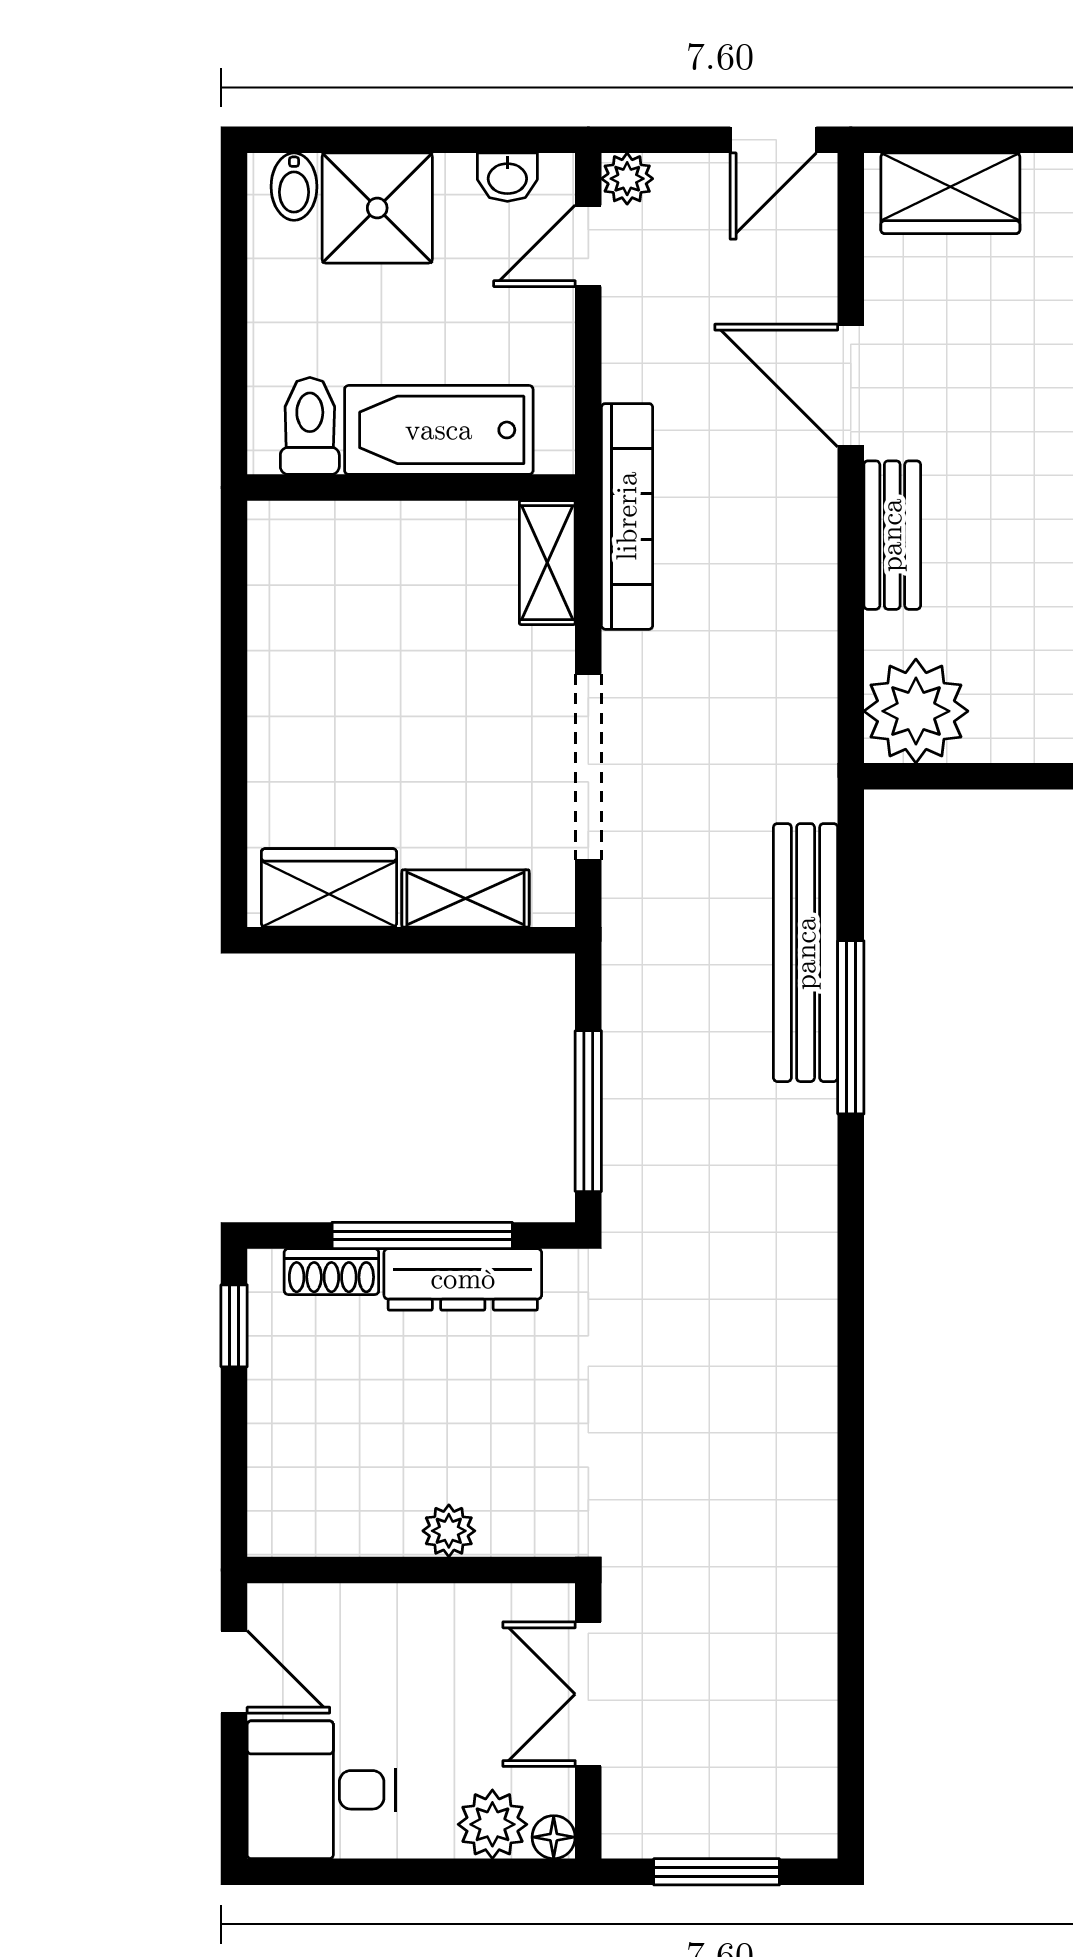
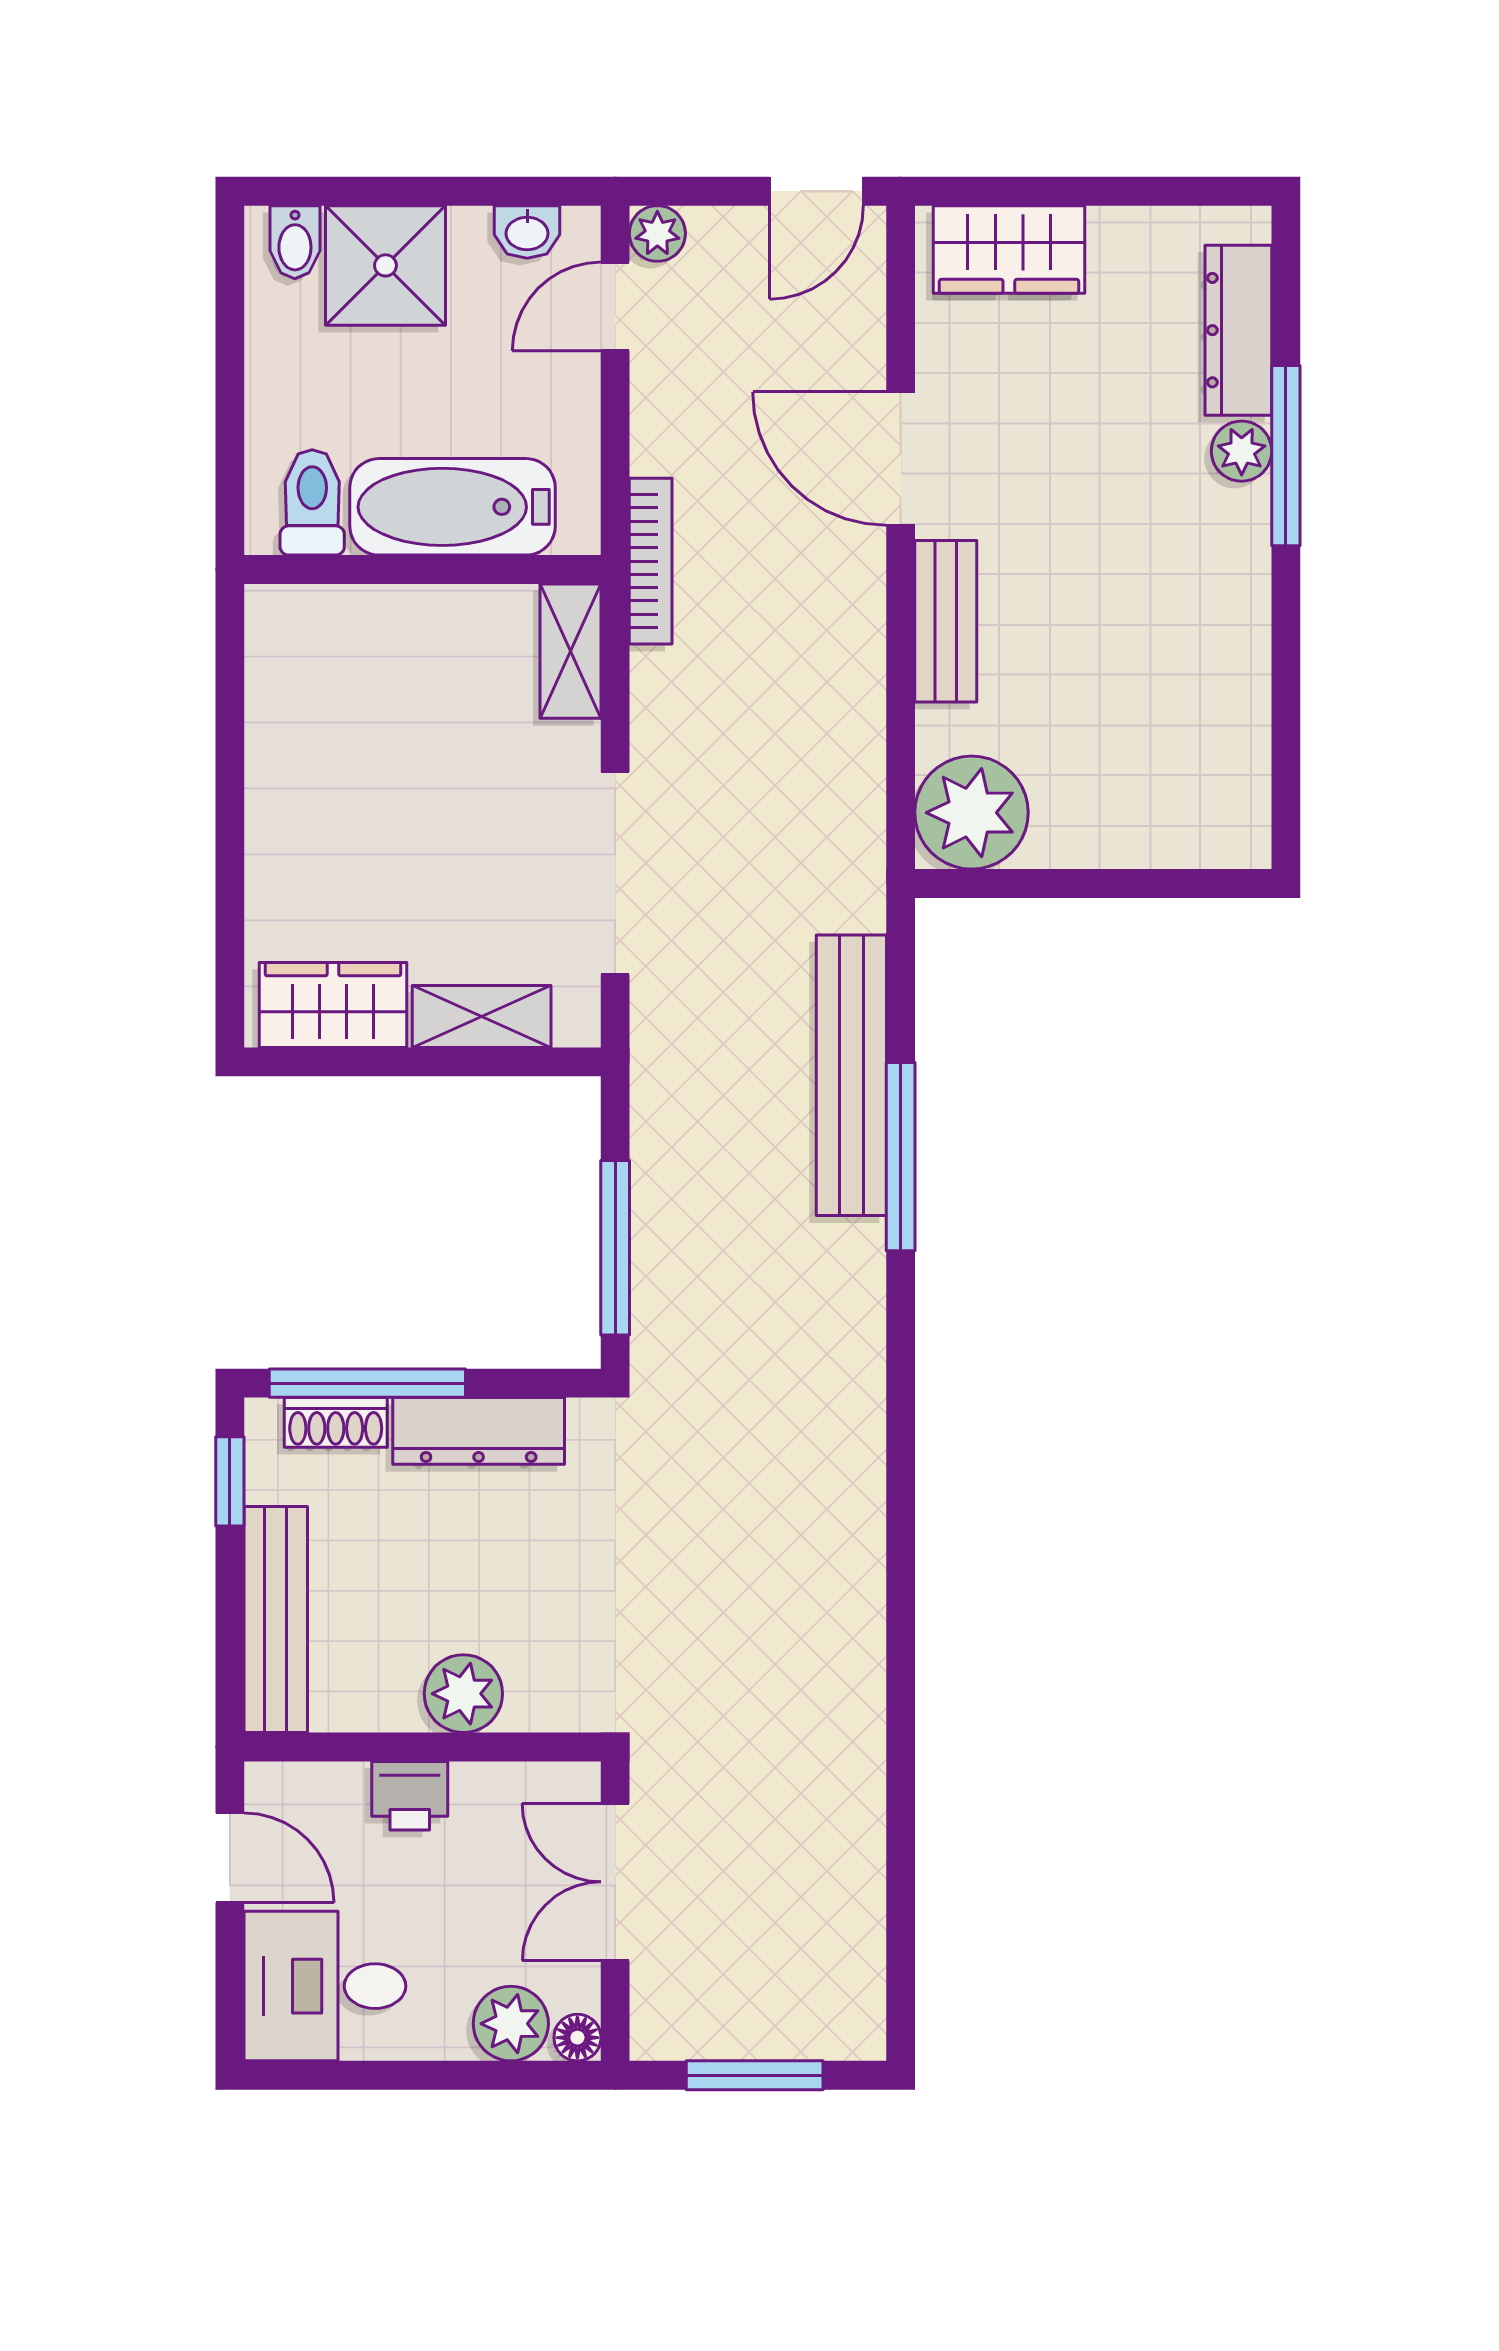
bookcase: (627, 516) -> (651, 561), width x0.68, depth x0.76
window: (422, 1235) -> (367, 1383), moved
bench: (276, 1453) -> (276, 1620), added
plant: (449, 1531) -> (463, 1694), width x1.38, depth x1.38
printer: (400, 1615) -> (410, 1796), added

